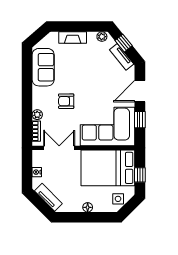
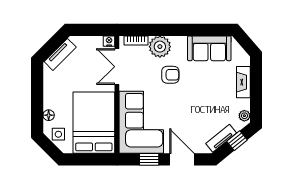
armchair: (66, 101) -> (170, 75), turned 90
plant: (37, 115) -> (160, 47), width x1.88, depth x1.88
double door: (59, 148) -> (117, 67), swing flipped
nightstand: (37, 172) -> (109, 41), moved
window: (140, 175) -> (86, 159), removed
floor lamp: (88, 207) -> (49, 115), moved

